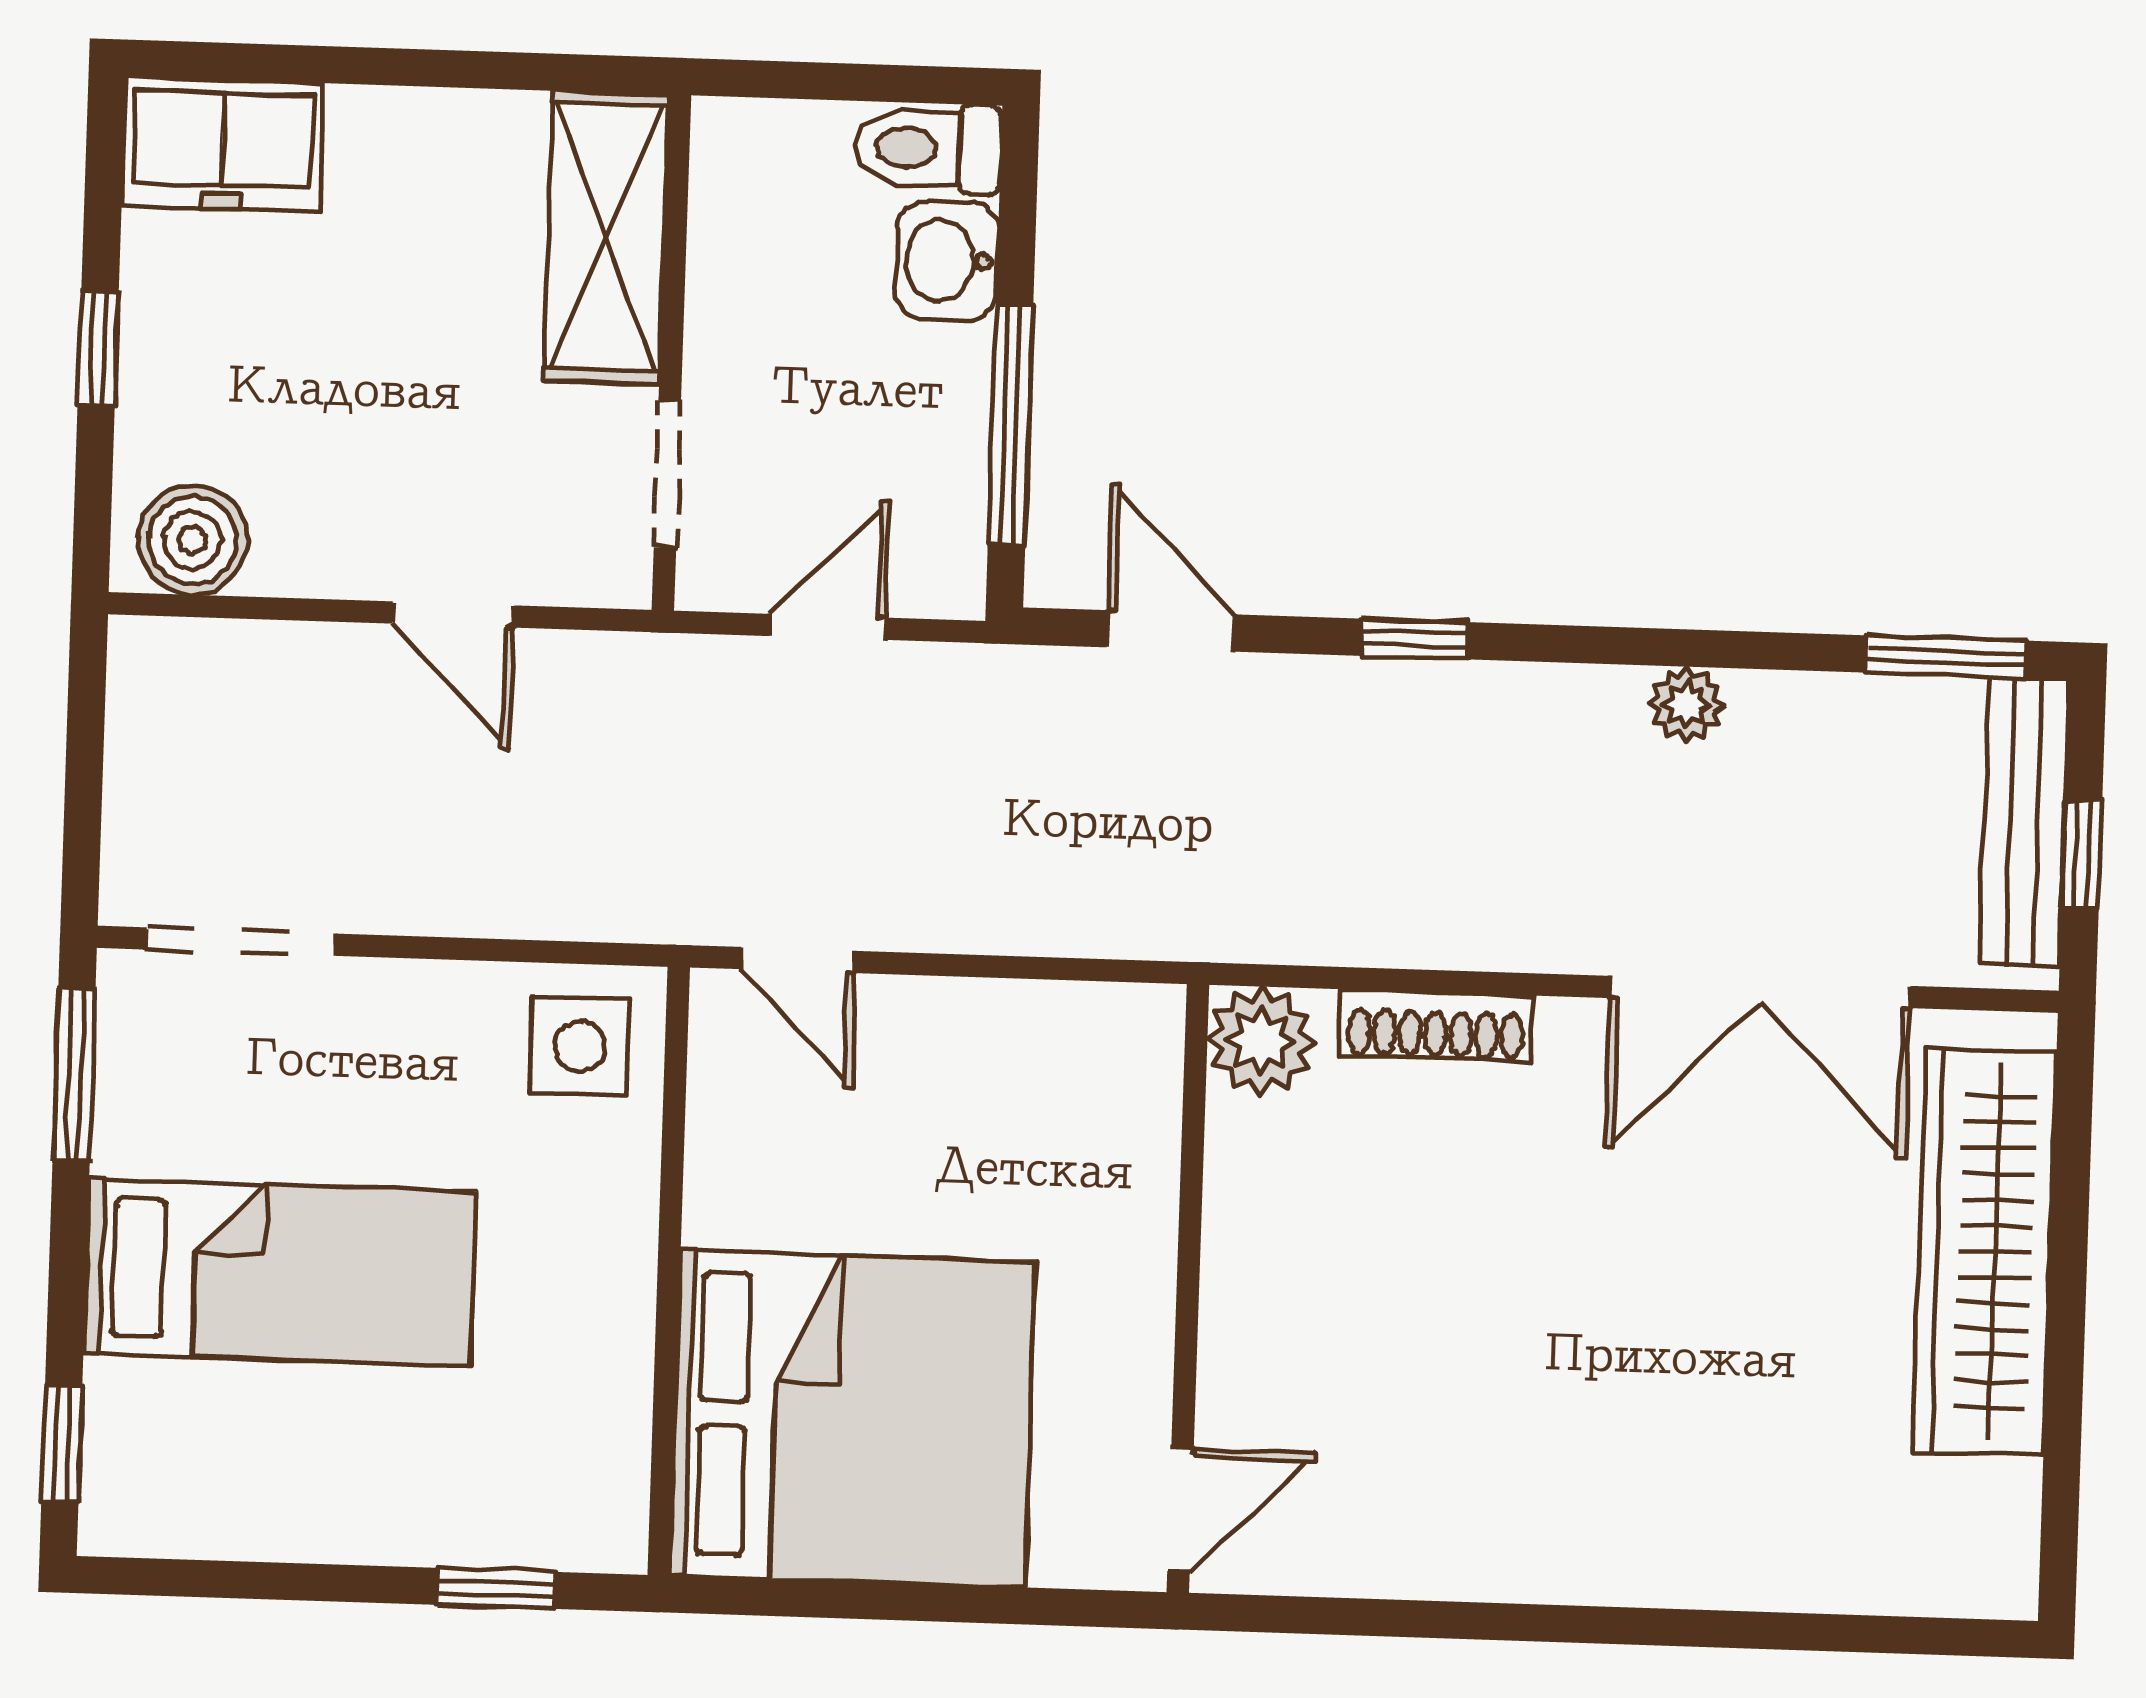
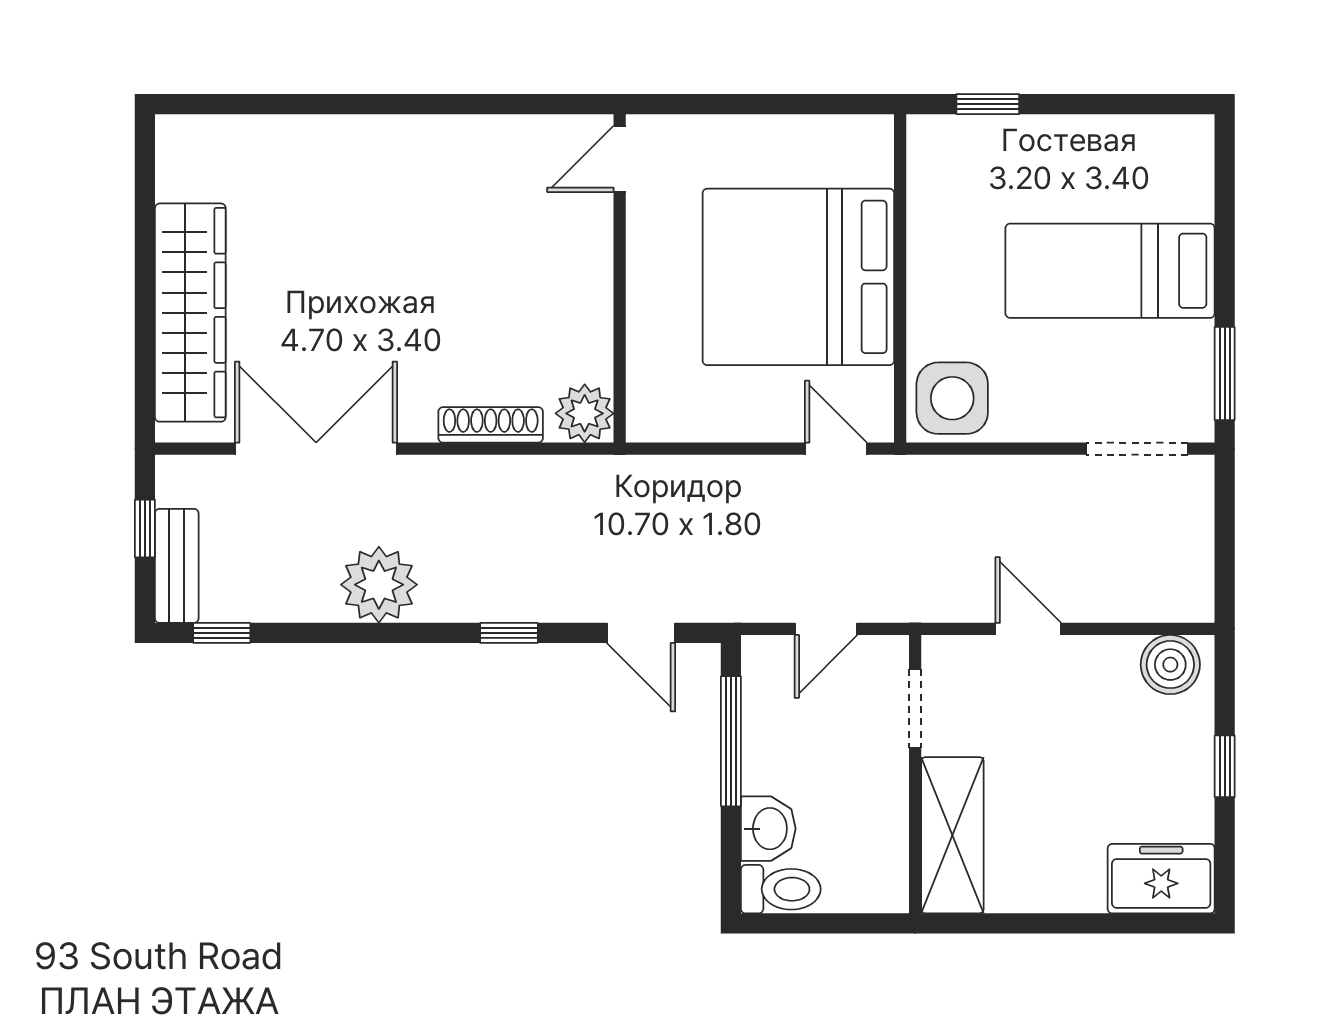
window: (1946, 657) -> (222, 633), width x0.67
plant: (1686, 704) -> (379, 585), width x1.87, depth x1.87
bench: (2024, 822) -> (177, 566), width x0.73
side table: (580, 1046) -> (952, 398), width x1.37, depth x1.37
bed: (853, 1418) -> (798, 277), moved
window: (62, 1444) -> (1225, 174), removed

